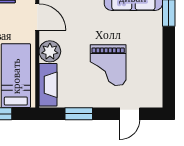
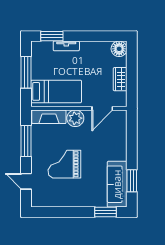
window: (79, 114) -> (26, 141), width x1.44

